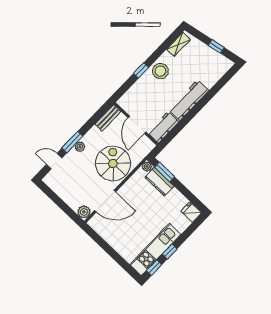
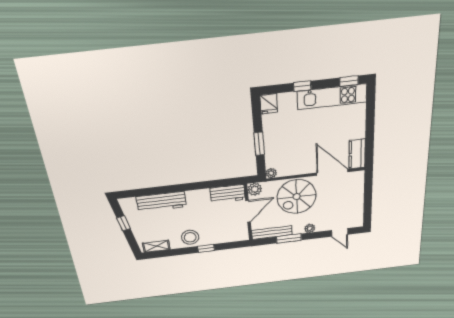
workbench: (189, 100) -> (161, 202), moved
bench: (108, 118) -> (272, 233), width x1.36
window: (72, 142) -> (289, 238), moved
window: (165, 172) -> (259, 144), moved
kitchen counter: (159, 182) -> (357, 154), moved, turned 180
plant: (84, 212) -> (255, 189), moved
window: (170, 251) -> (302, 86), moved

